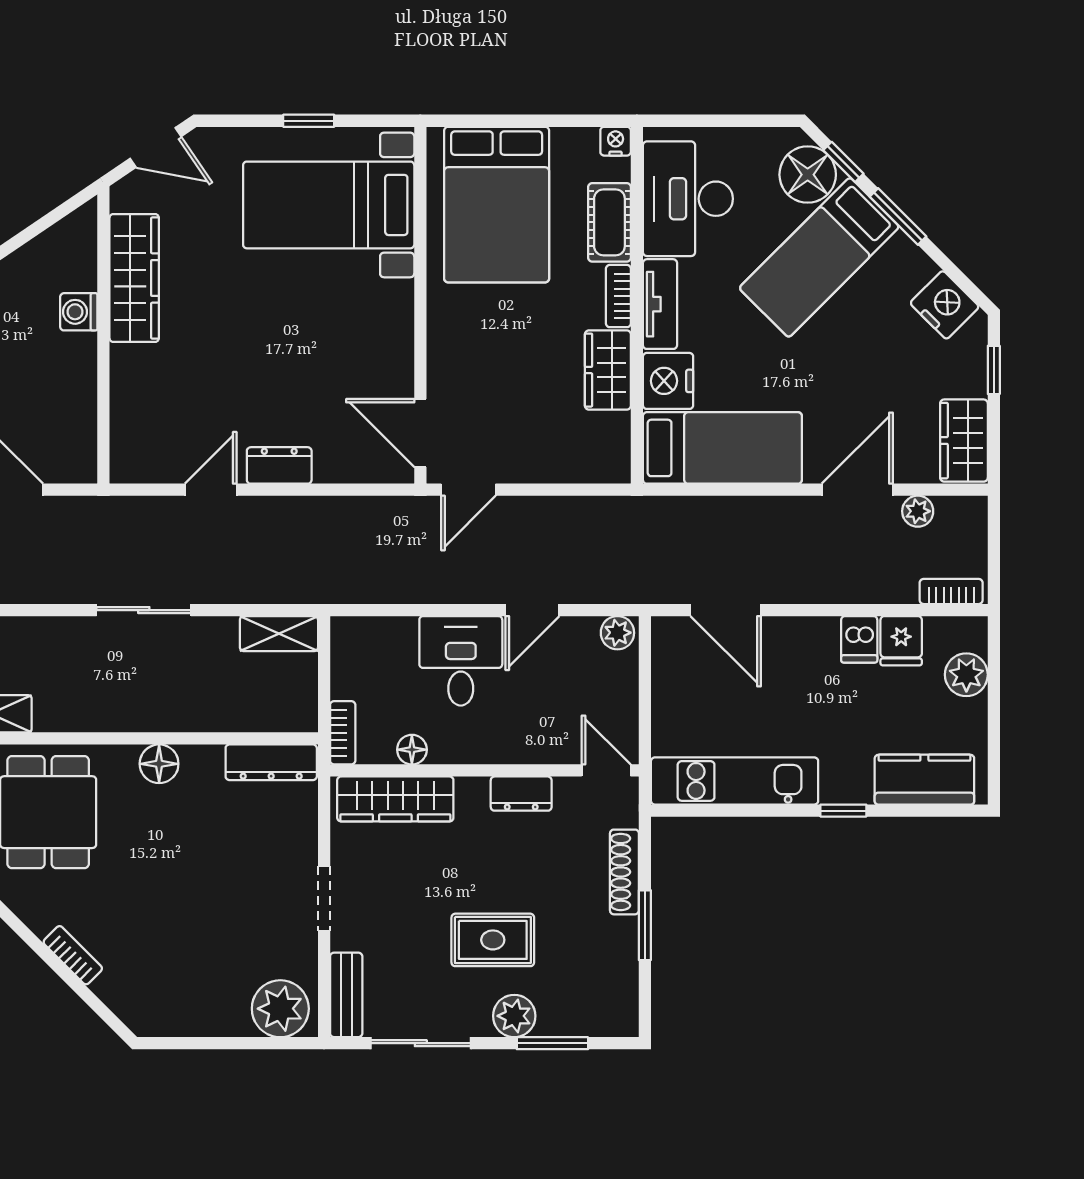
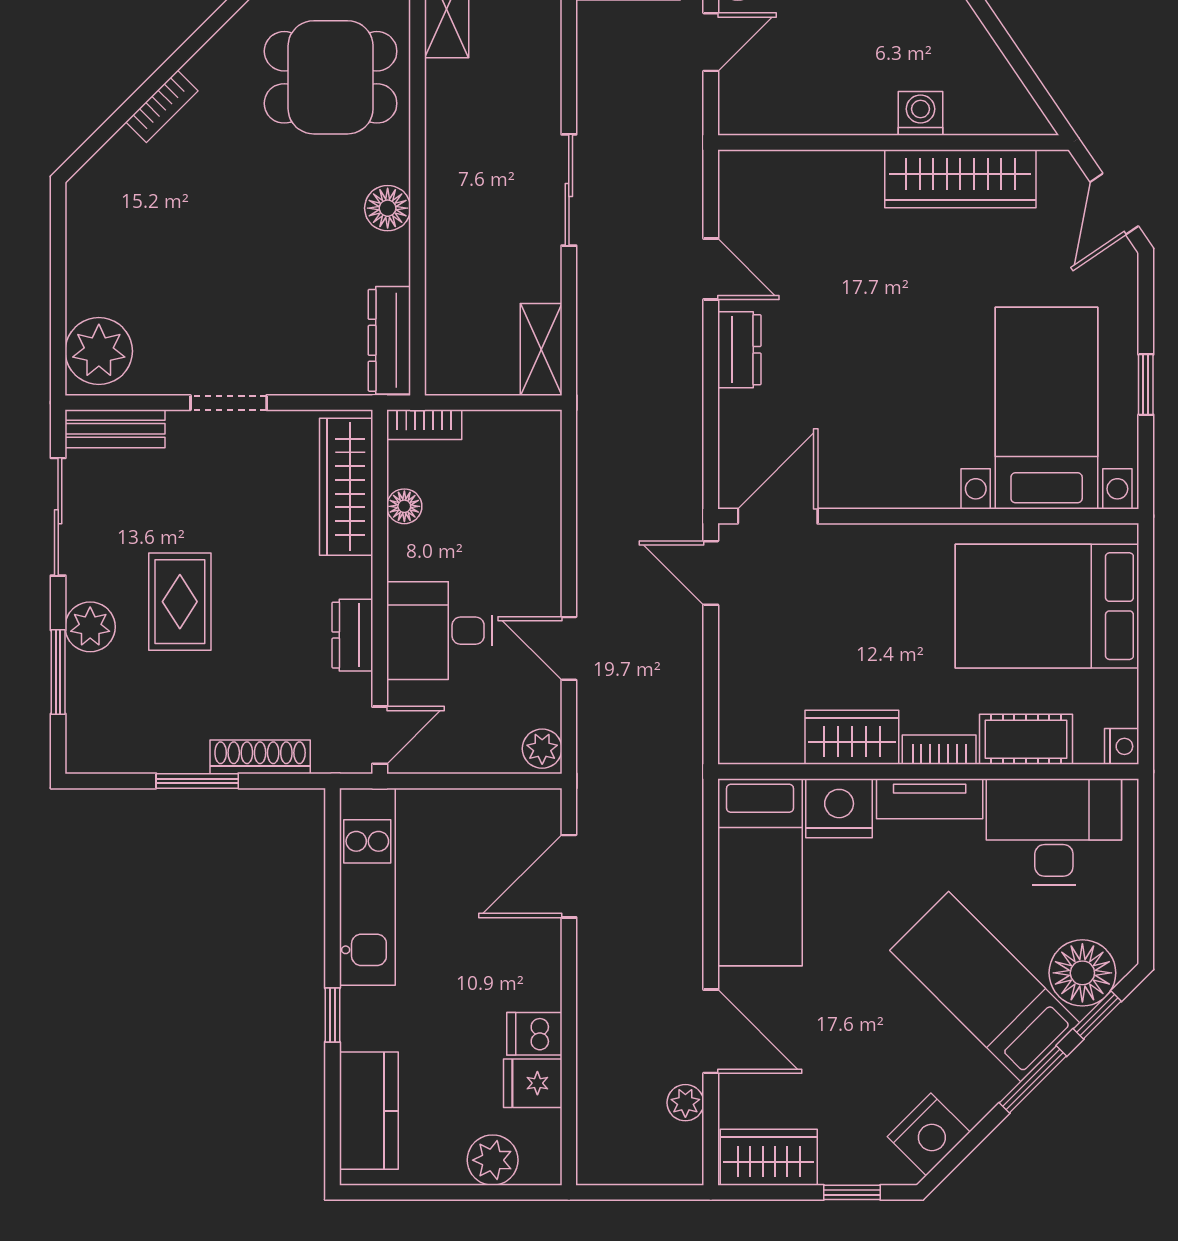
bookcase: (951, 591) -> (591, 1142), removed
desk: (461, 661) -> (440, 631), moved, turned 180

